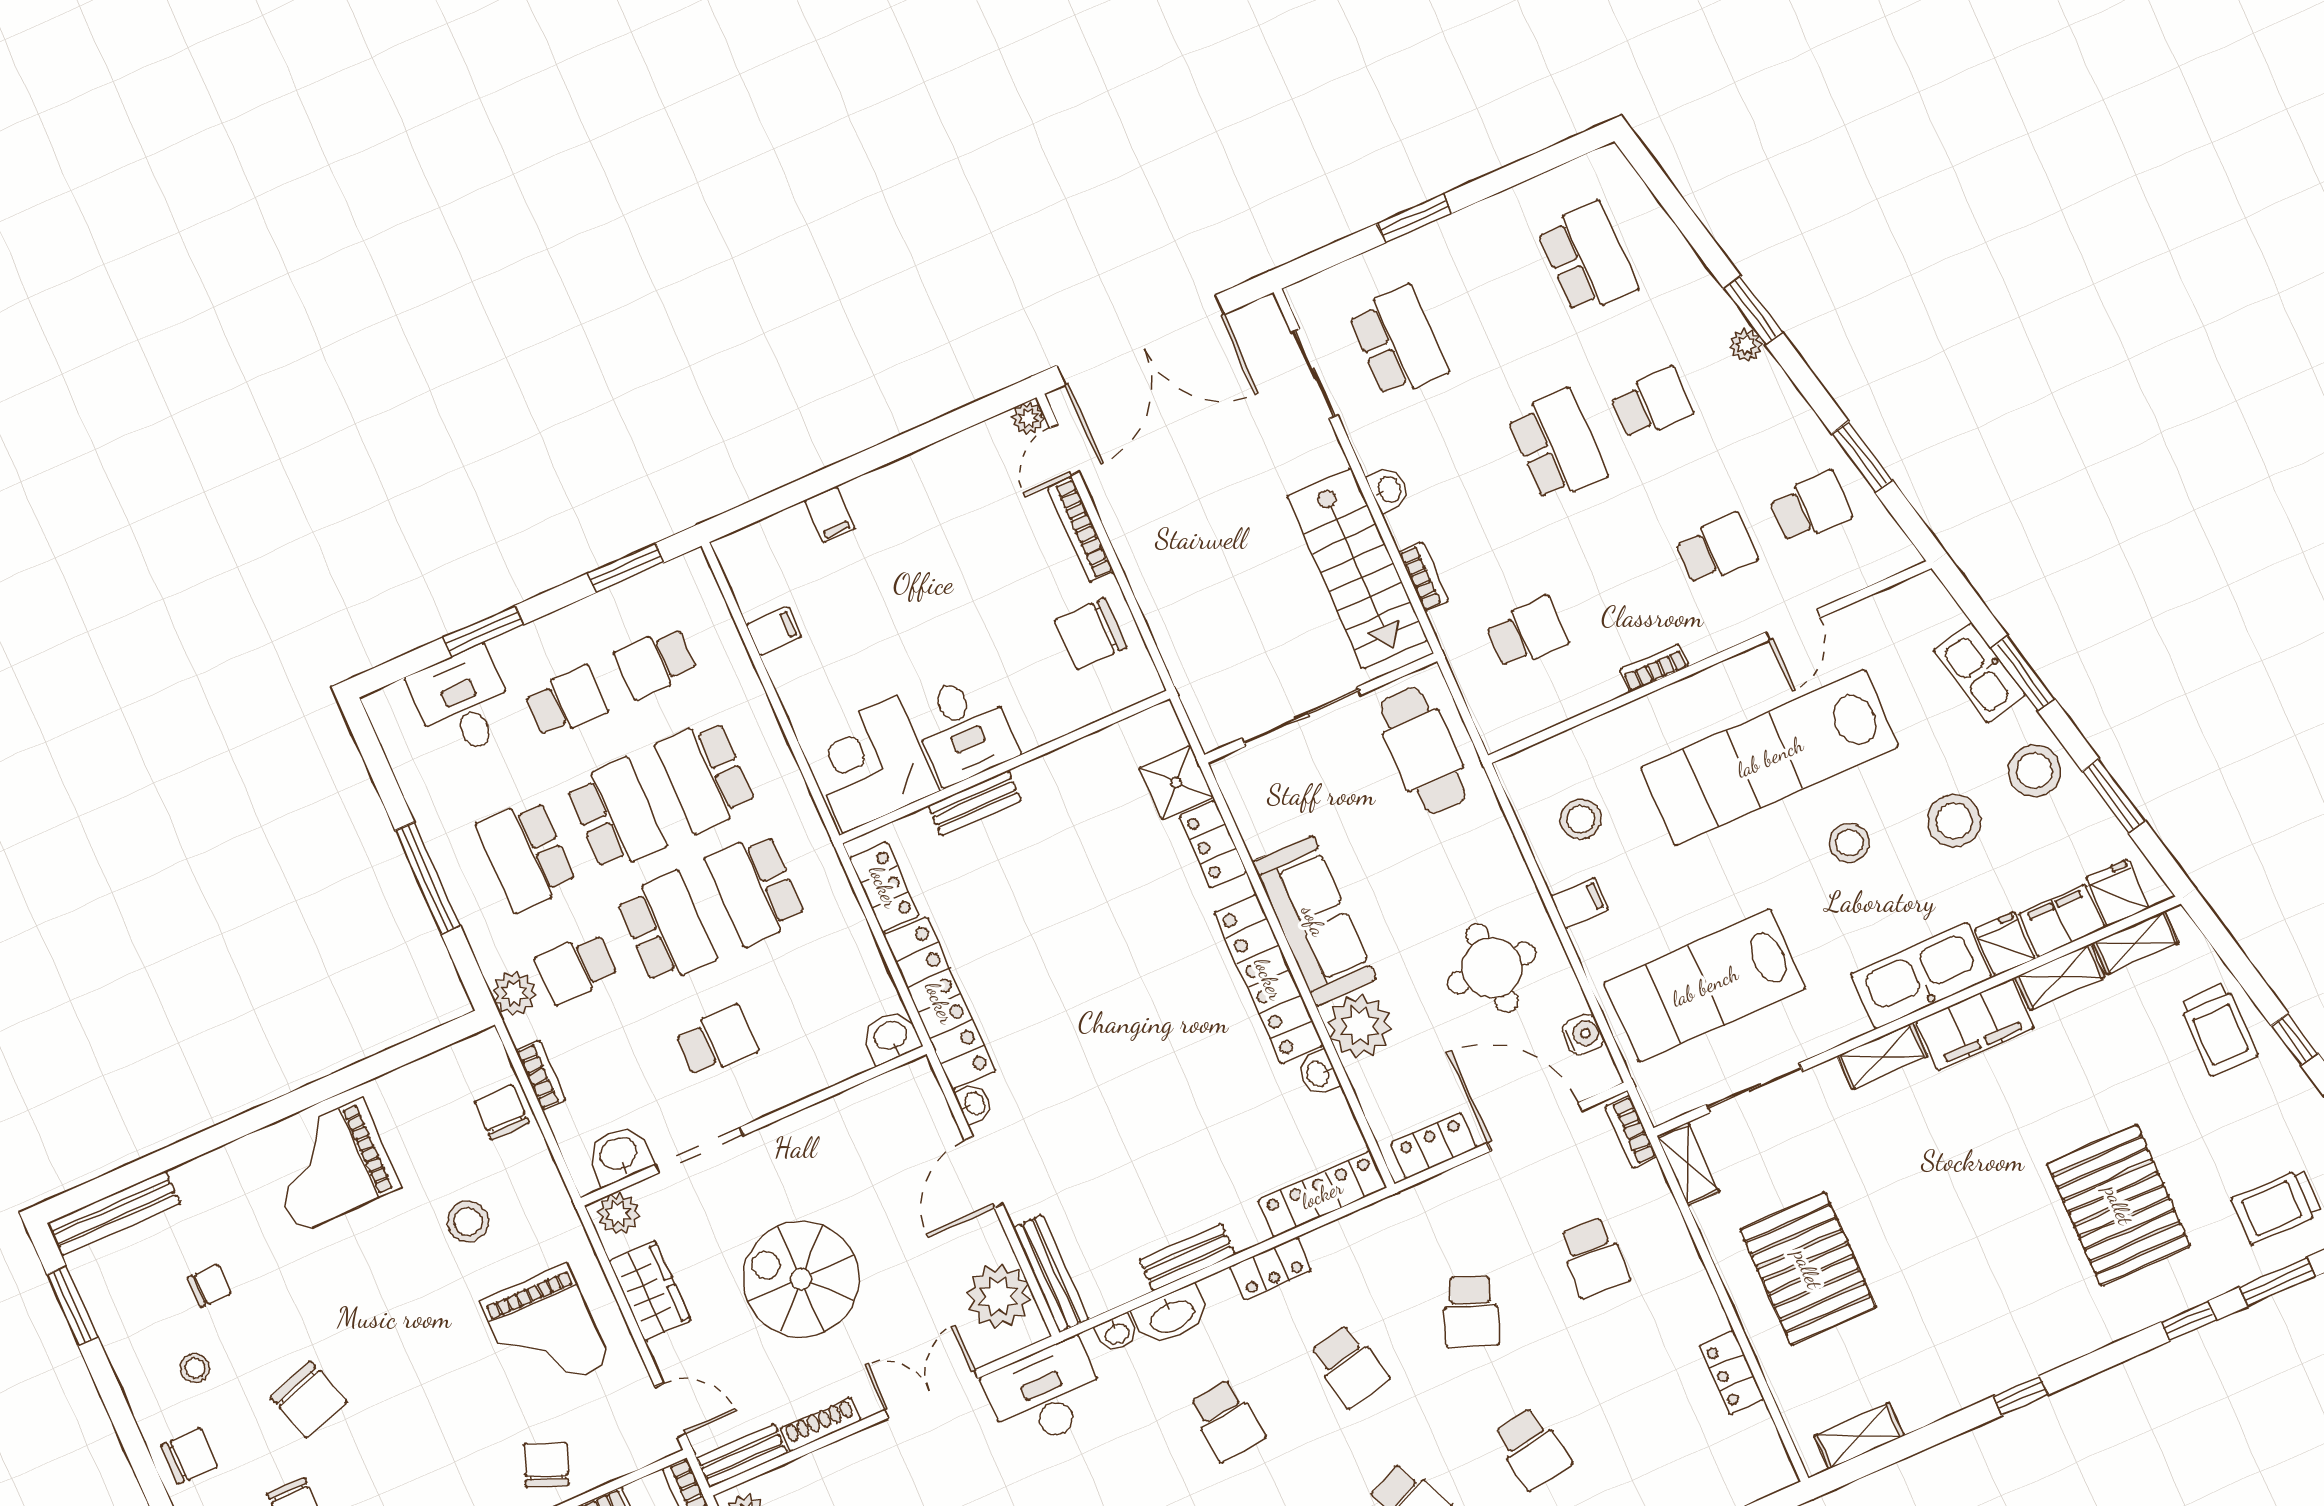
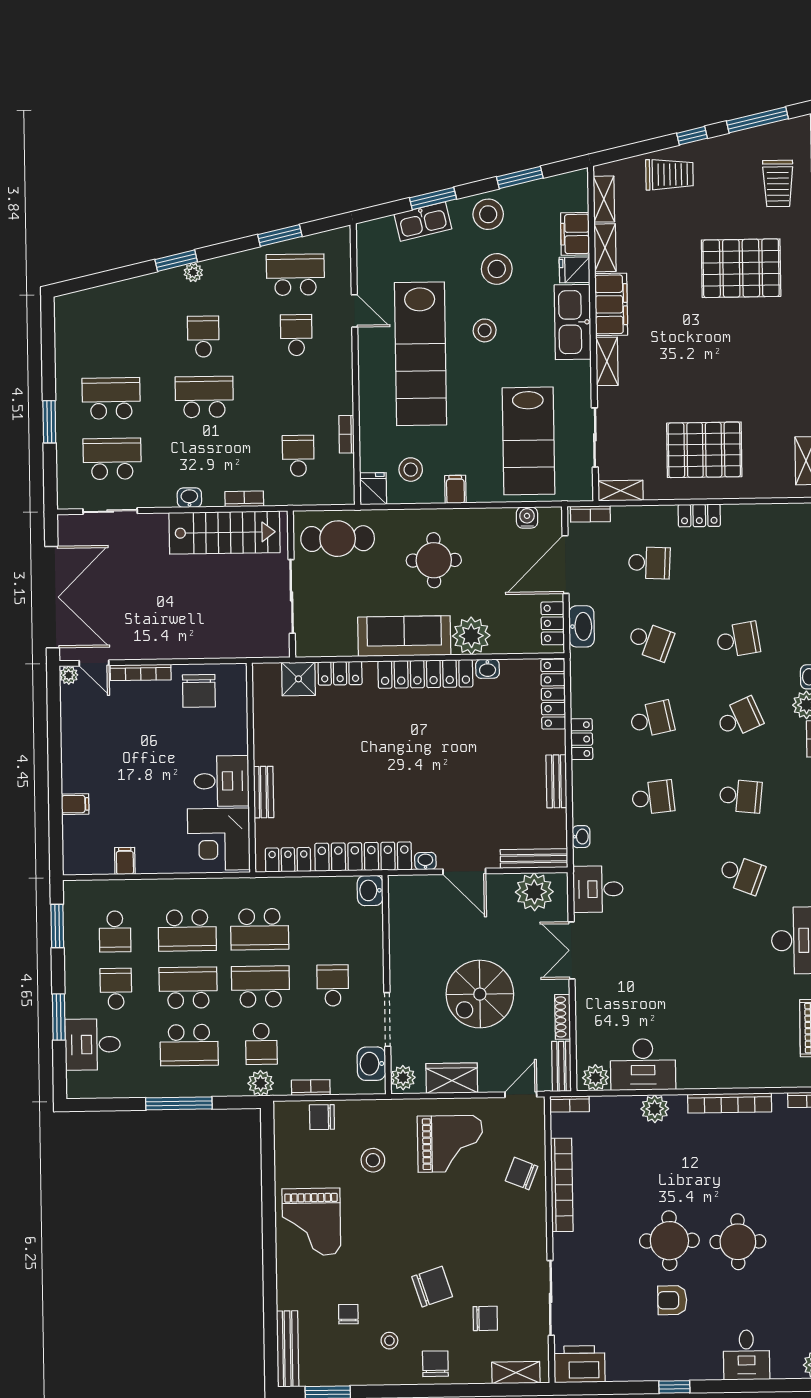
school desk: (1587, 258) -> (111, 398), moved
school desk: (1811, 507) -> (295, 275), width x1.85
bookcase: (1654, 668) -> (347, 434), moved
fridge: (2118, 893) -> (373, 489), moved, turned 90
round table: (1492, 968) -> (434, 560), moved
washbasin: (1172, 1316) -> (582, 626), moved
locker: (1732, 1372) -> (699, 515), moved
desk: (1045, 1395) -> (598, 889), width x0.73

